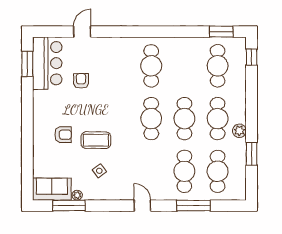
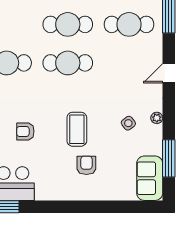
armchair: (81, 81) -> (25, 131), moved
coffee table: (96, 140) -> (77, 129), moved
plant: (77, 195) -> (157, 118), moved

